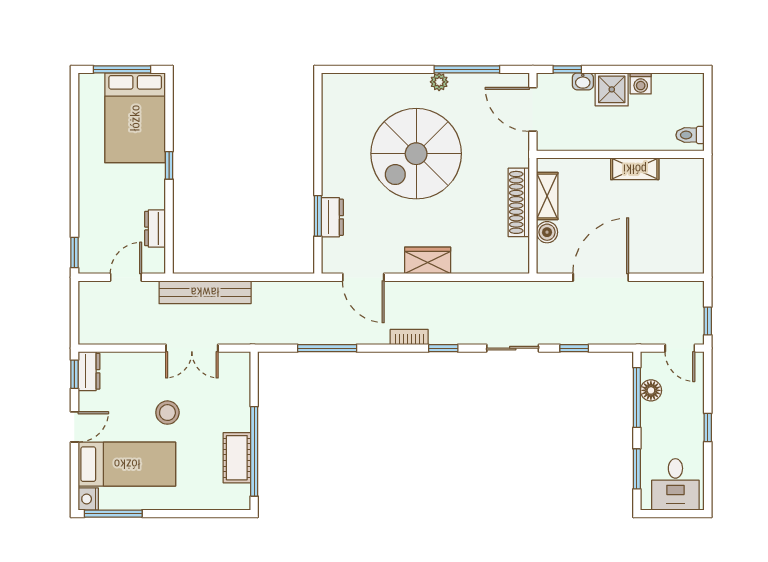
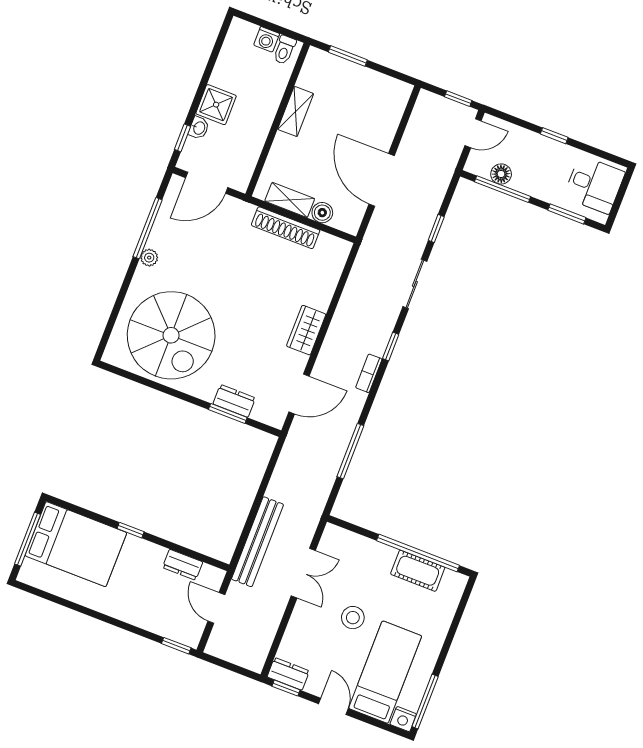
washing machine: (641, 83) -> (267, 39), moved, turned 90
spiral stairs: (416, 154) -> (171, 335), moved
window: (708, 199) -> (348, 56), added

